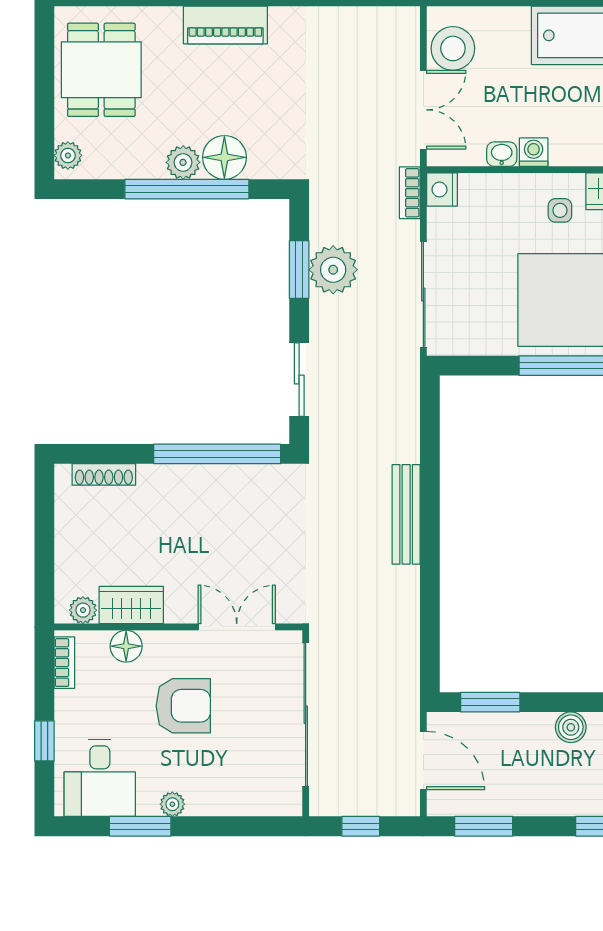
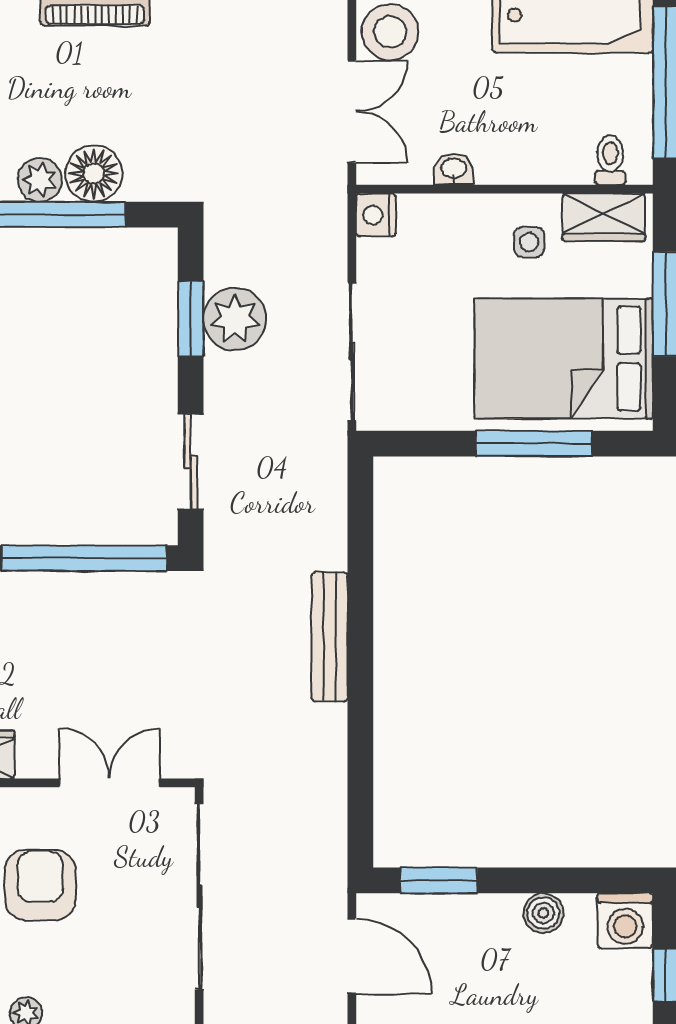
washing machine: (534, 152) -> (495, 166), removed
bookcase: (410, 193) -> (334, 219), removed
armchair: (183, 706) -> (40, 885), turned -90

